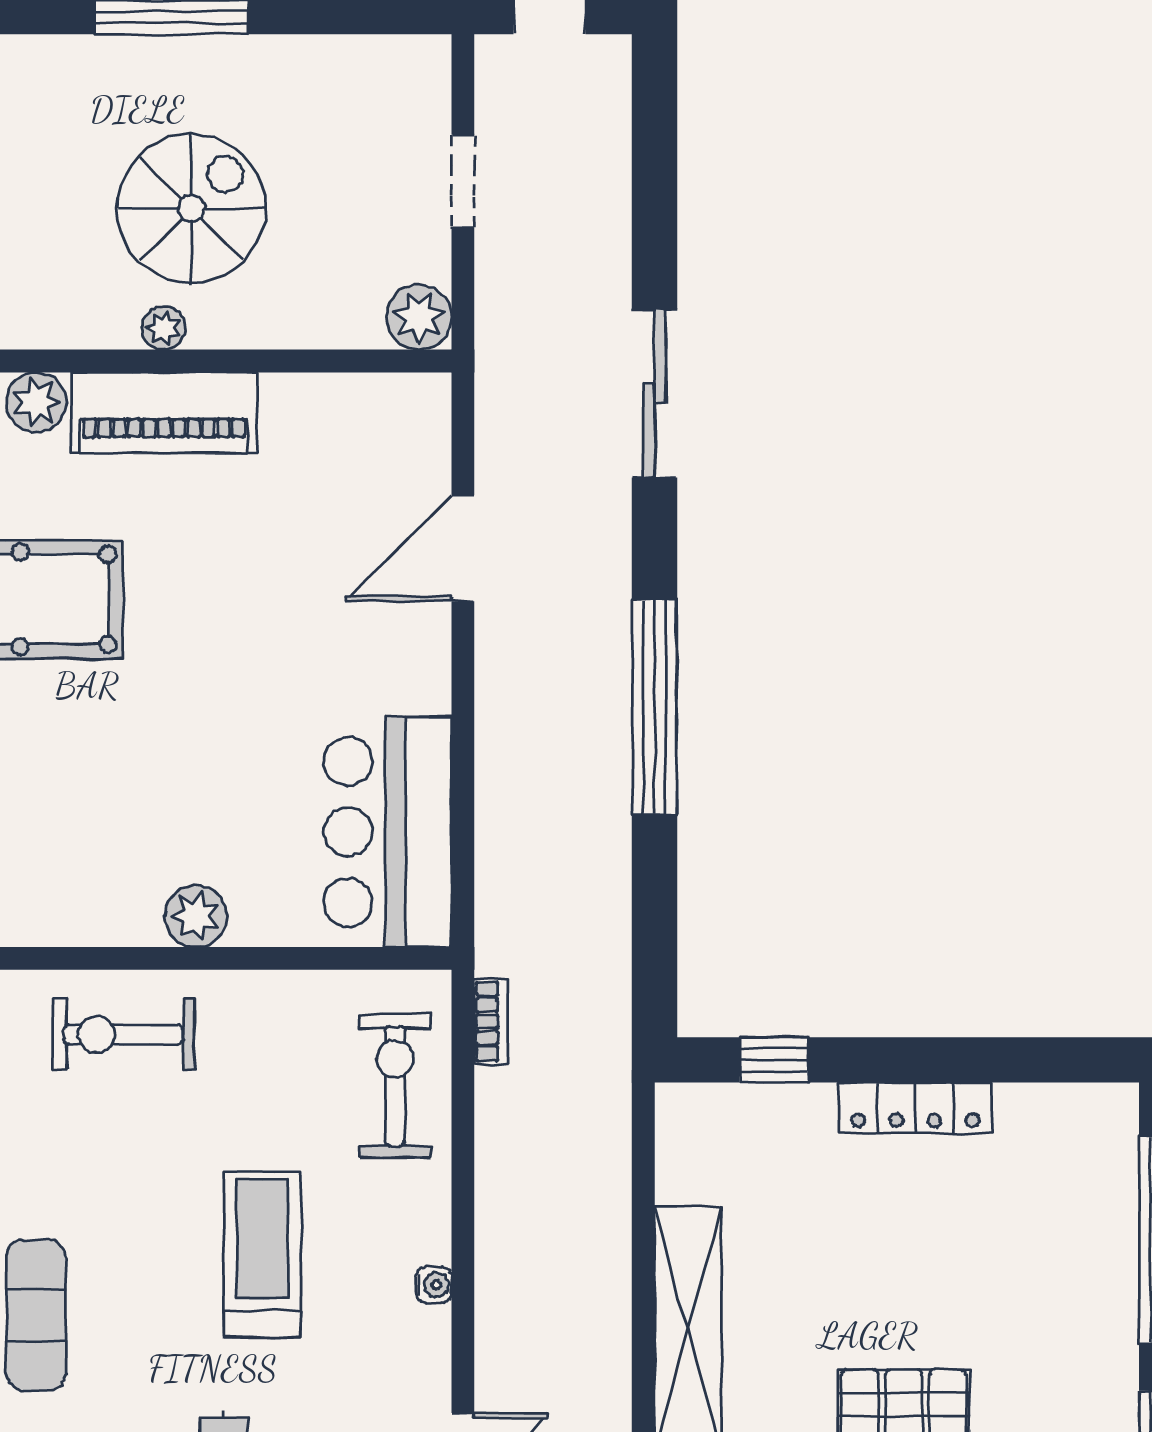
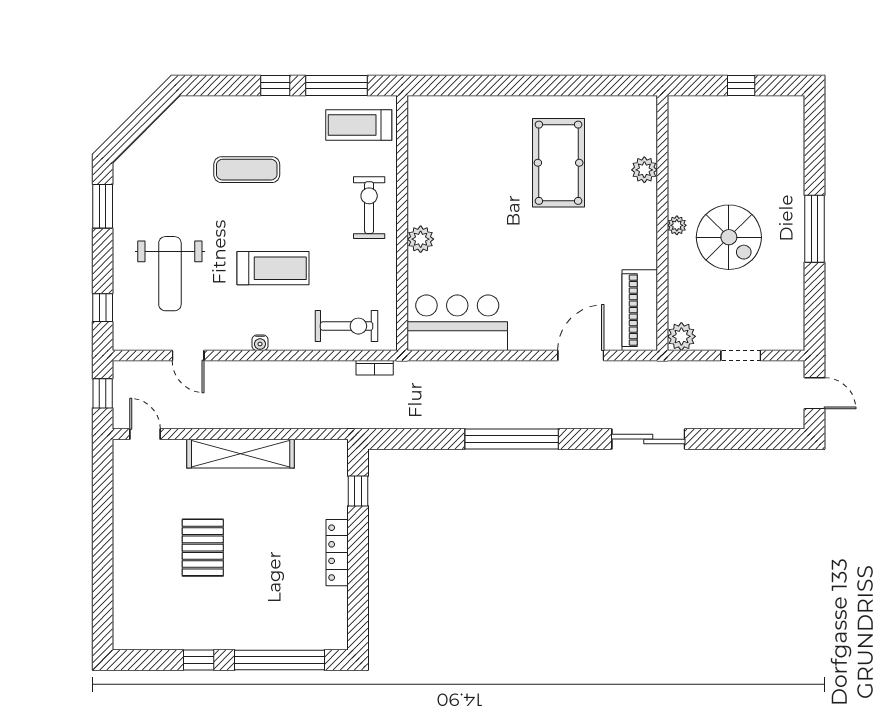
piano: (164, 413) -> (640, 310), moved
door: (463, 548) -> (581, 356), hinge flipped

